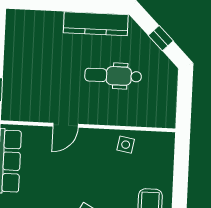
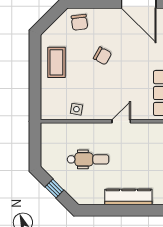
kitchen counter: (96, 24) -> (128, 197), moved

